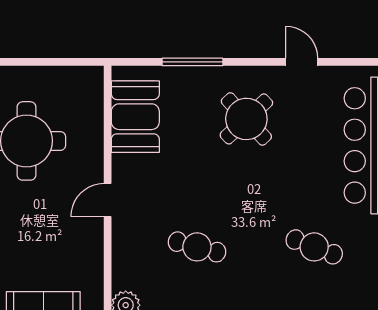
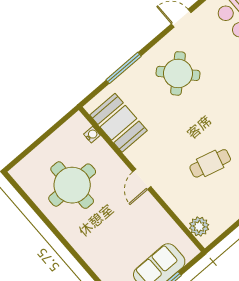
water cooler: (95, 105) -> (92, 135), added

